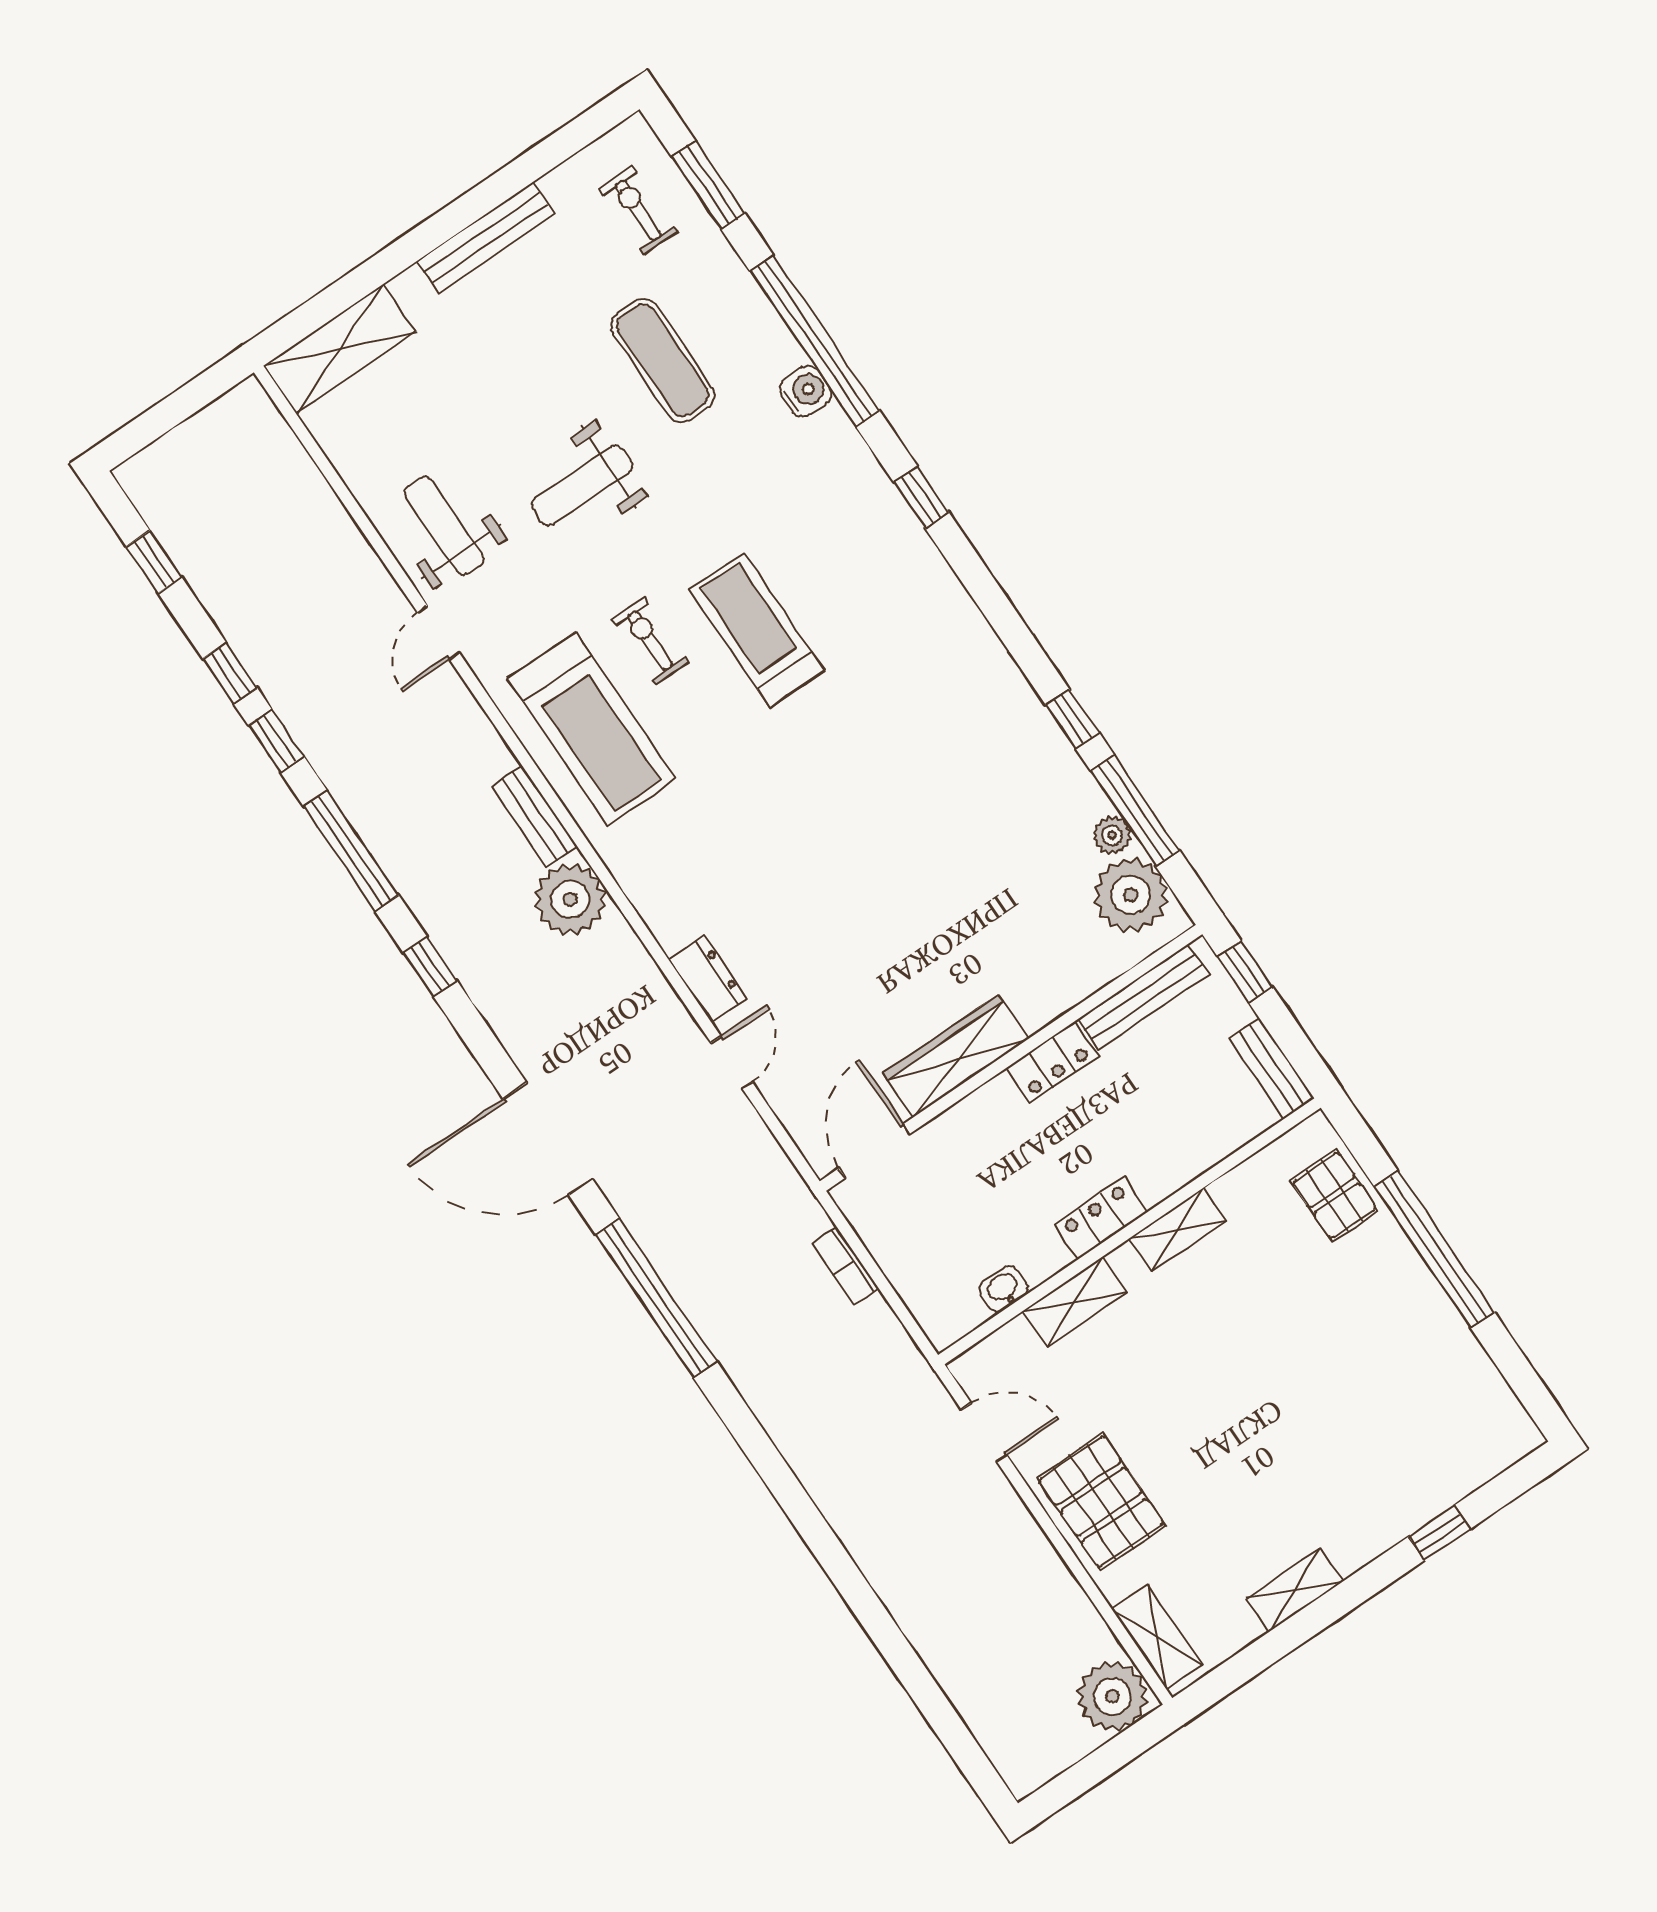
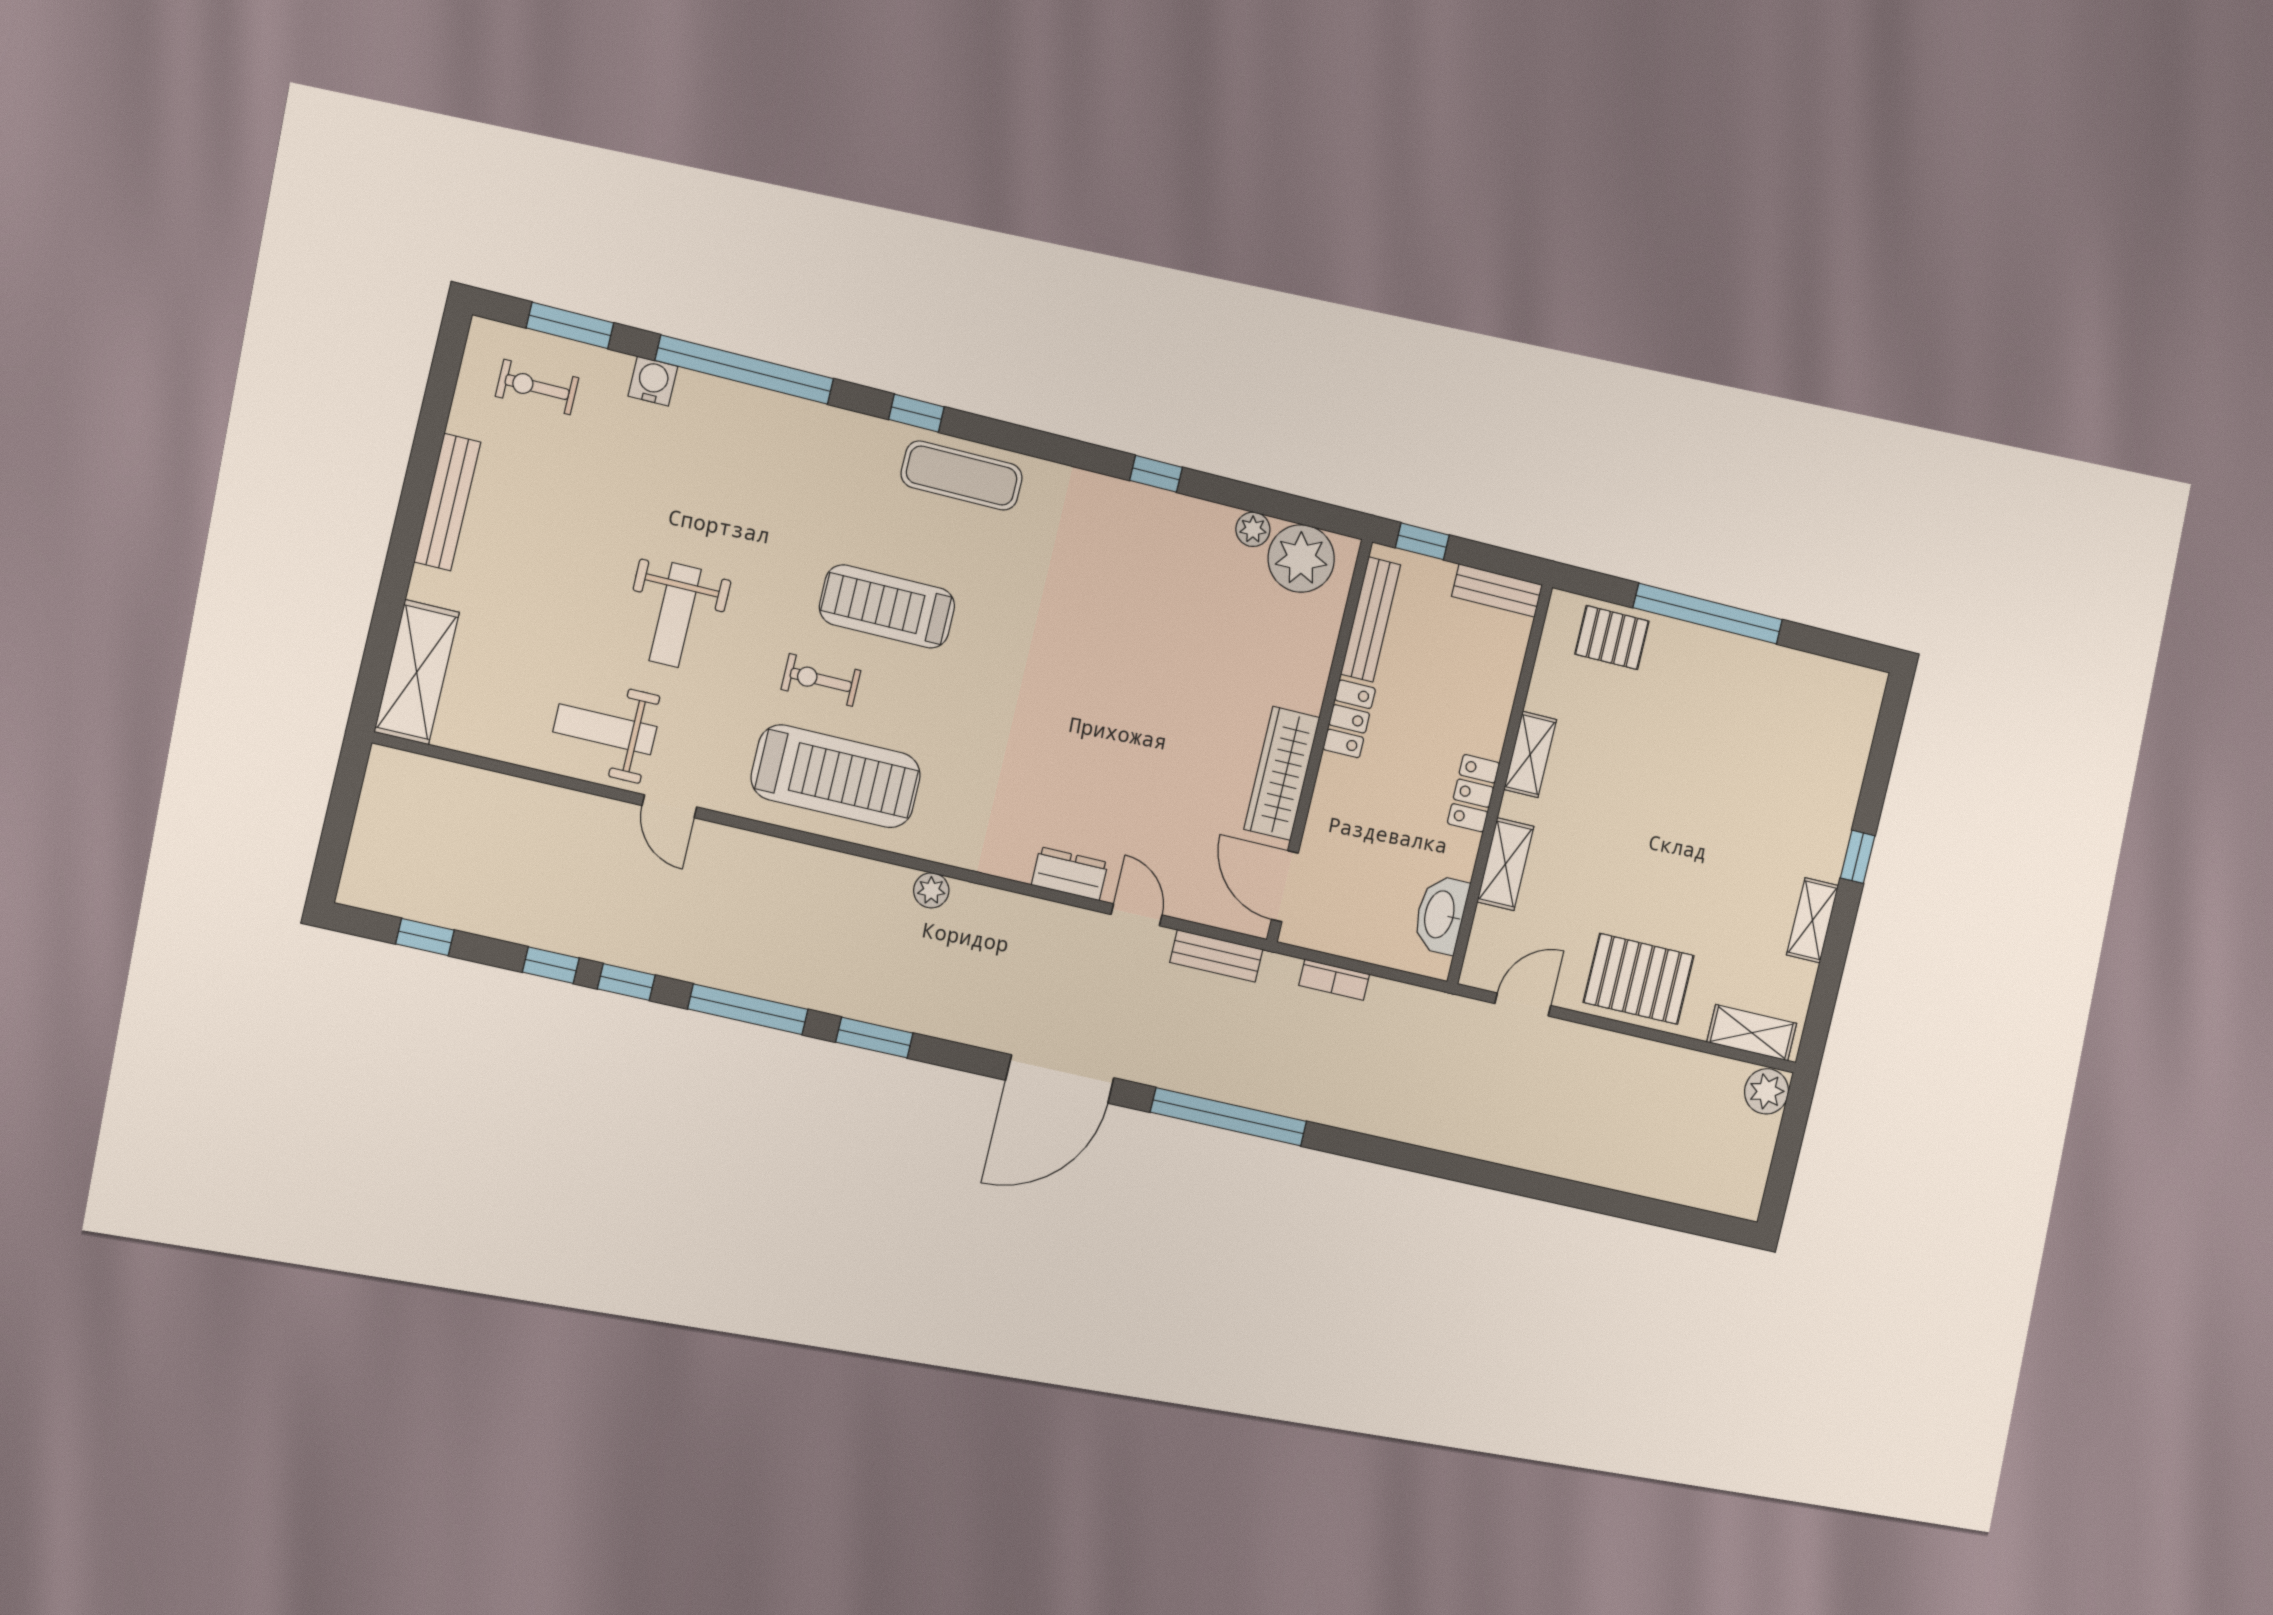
exercise mat: (663, 360) -> (962, 476), moved
water cooler: (805, 391) -> (653, 381), moved
window: (1135, 810) -> (1253, 498), removed
bench: (534, 816) -> (1216, 956), moved
plant: (570, 899) -> (931, 890), width x0.53, depth x0.53
window: (430, 967) -> (874, 1038), width x1.50
washbasin: (1004, 1289) -> (1441, 915), width x1.91, depth x1.45
window: (1440, 1533) -> (1858, 857), moved
plant: (1112, 1696) -> (1767, 1091), width x0.73, depth x0.73

